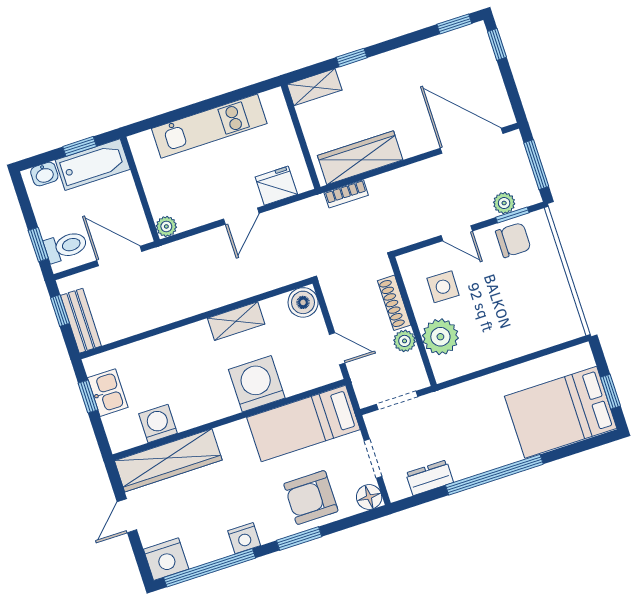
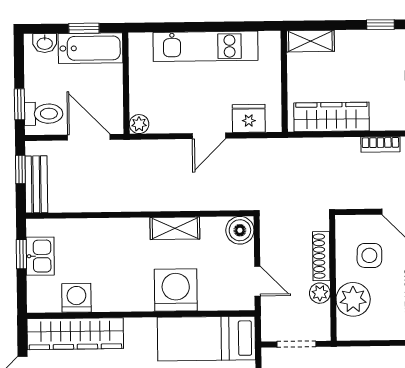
window: (352, 58) -> (380, 25), moved
bookcase: (346, 194) -> (380, 144), moved

